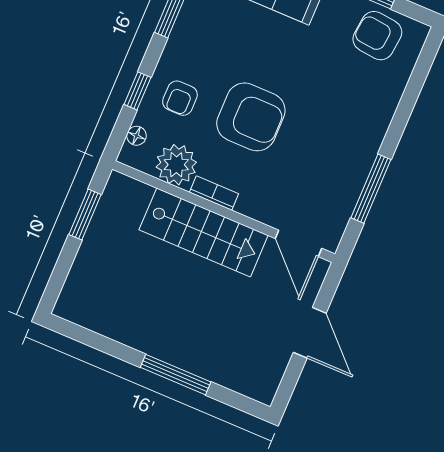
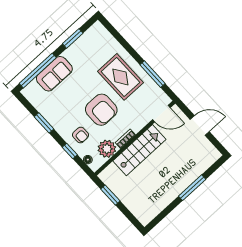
armchair: (377, 36) -> (92, 43), removed
armchair: (251, 117) -> (101, 110), turned 90
rug: (336, 126) -> (120, 77), added

